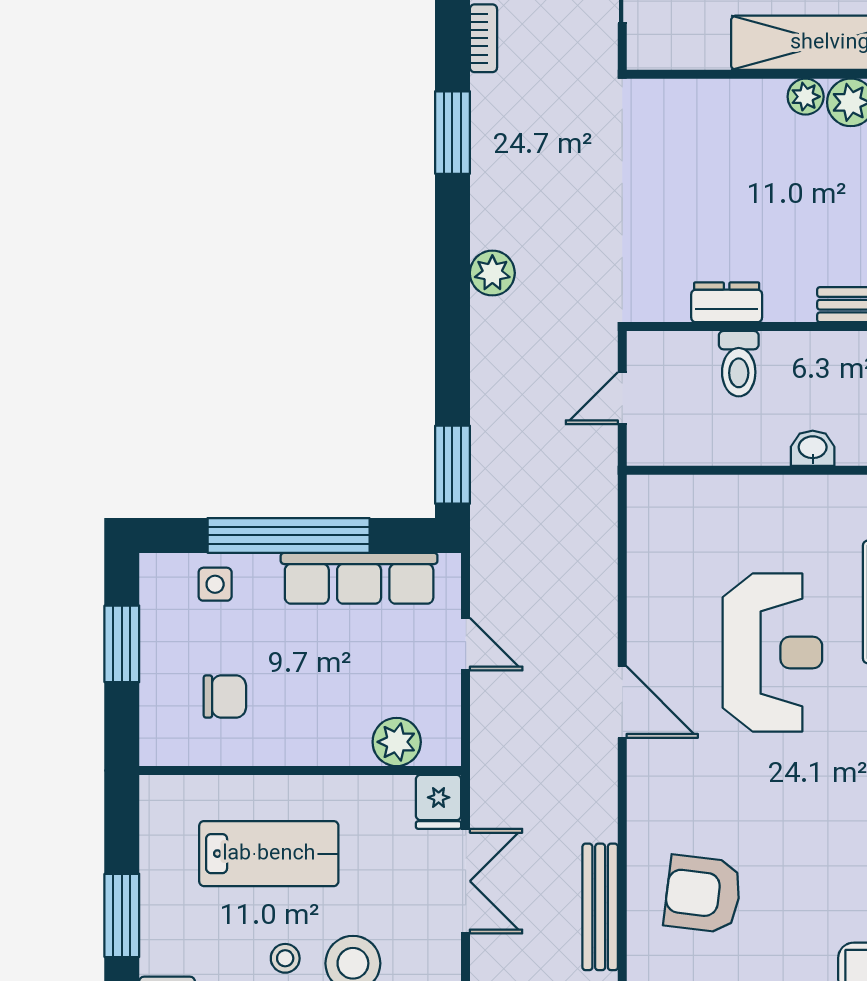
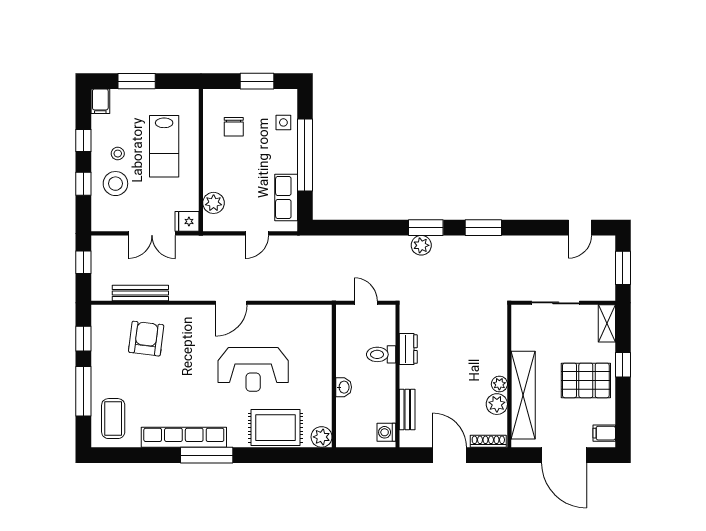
bookcase: (483, 38) -> (525, 241), removed
window: (452, 465) -> (426, 228), moved
row of seats: (359, 578) -> (286, 197), width x0.68

